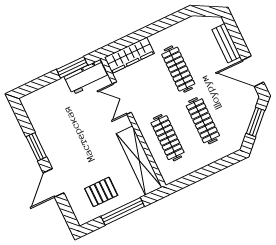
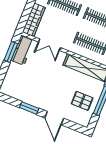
pallet: (101, 192) -> (82, 101), turned 90

